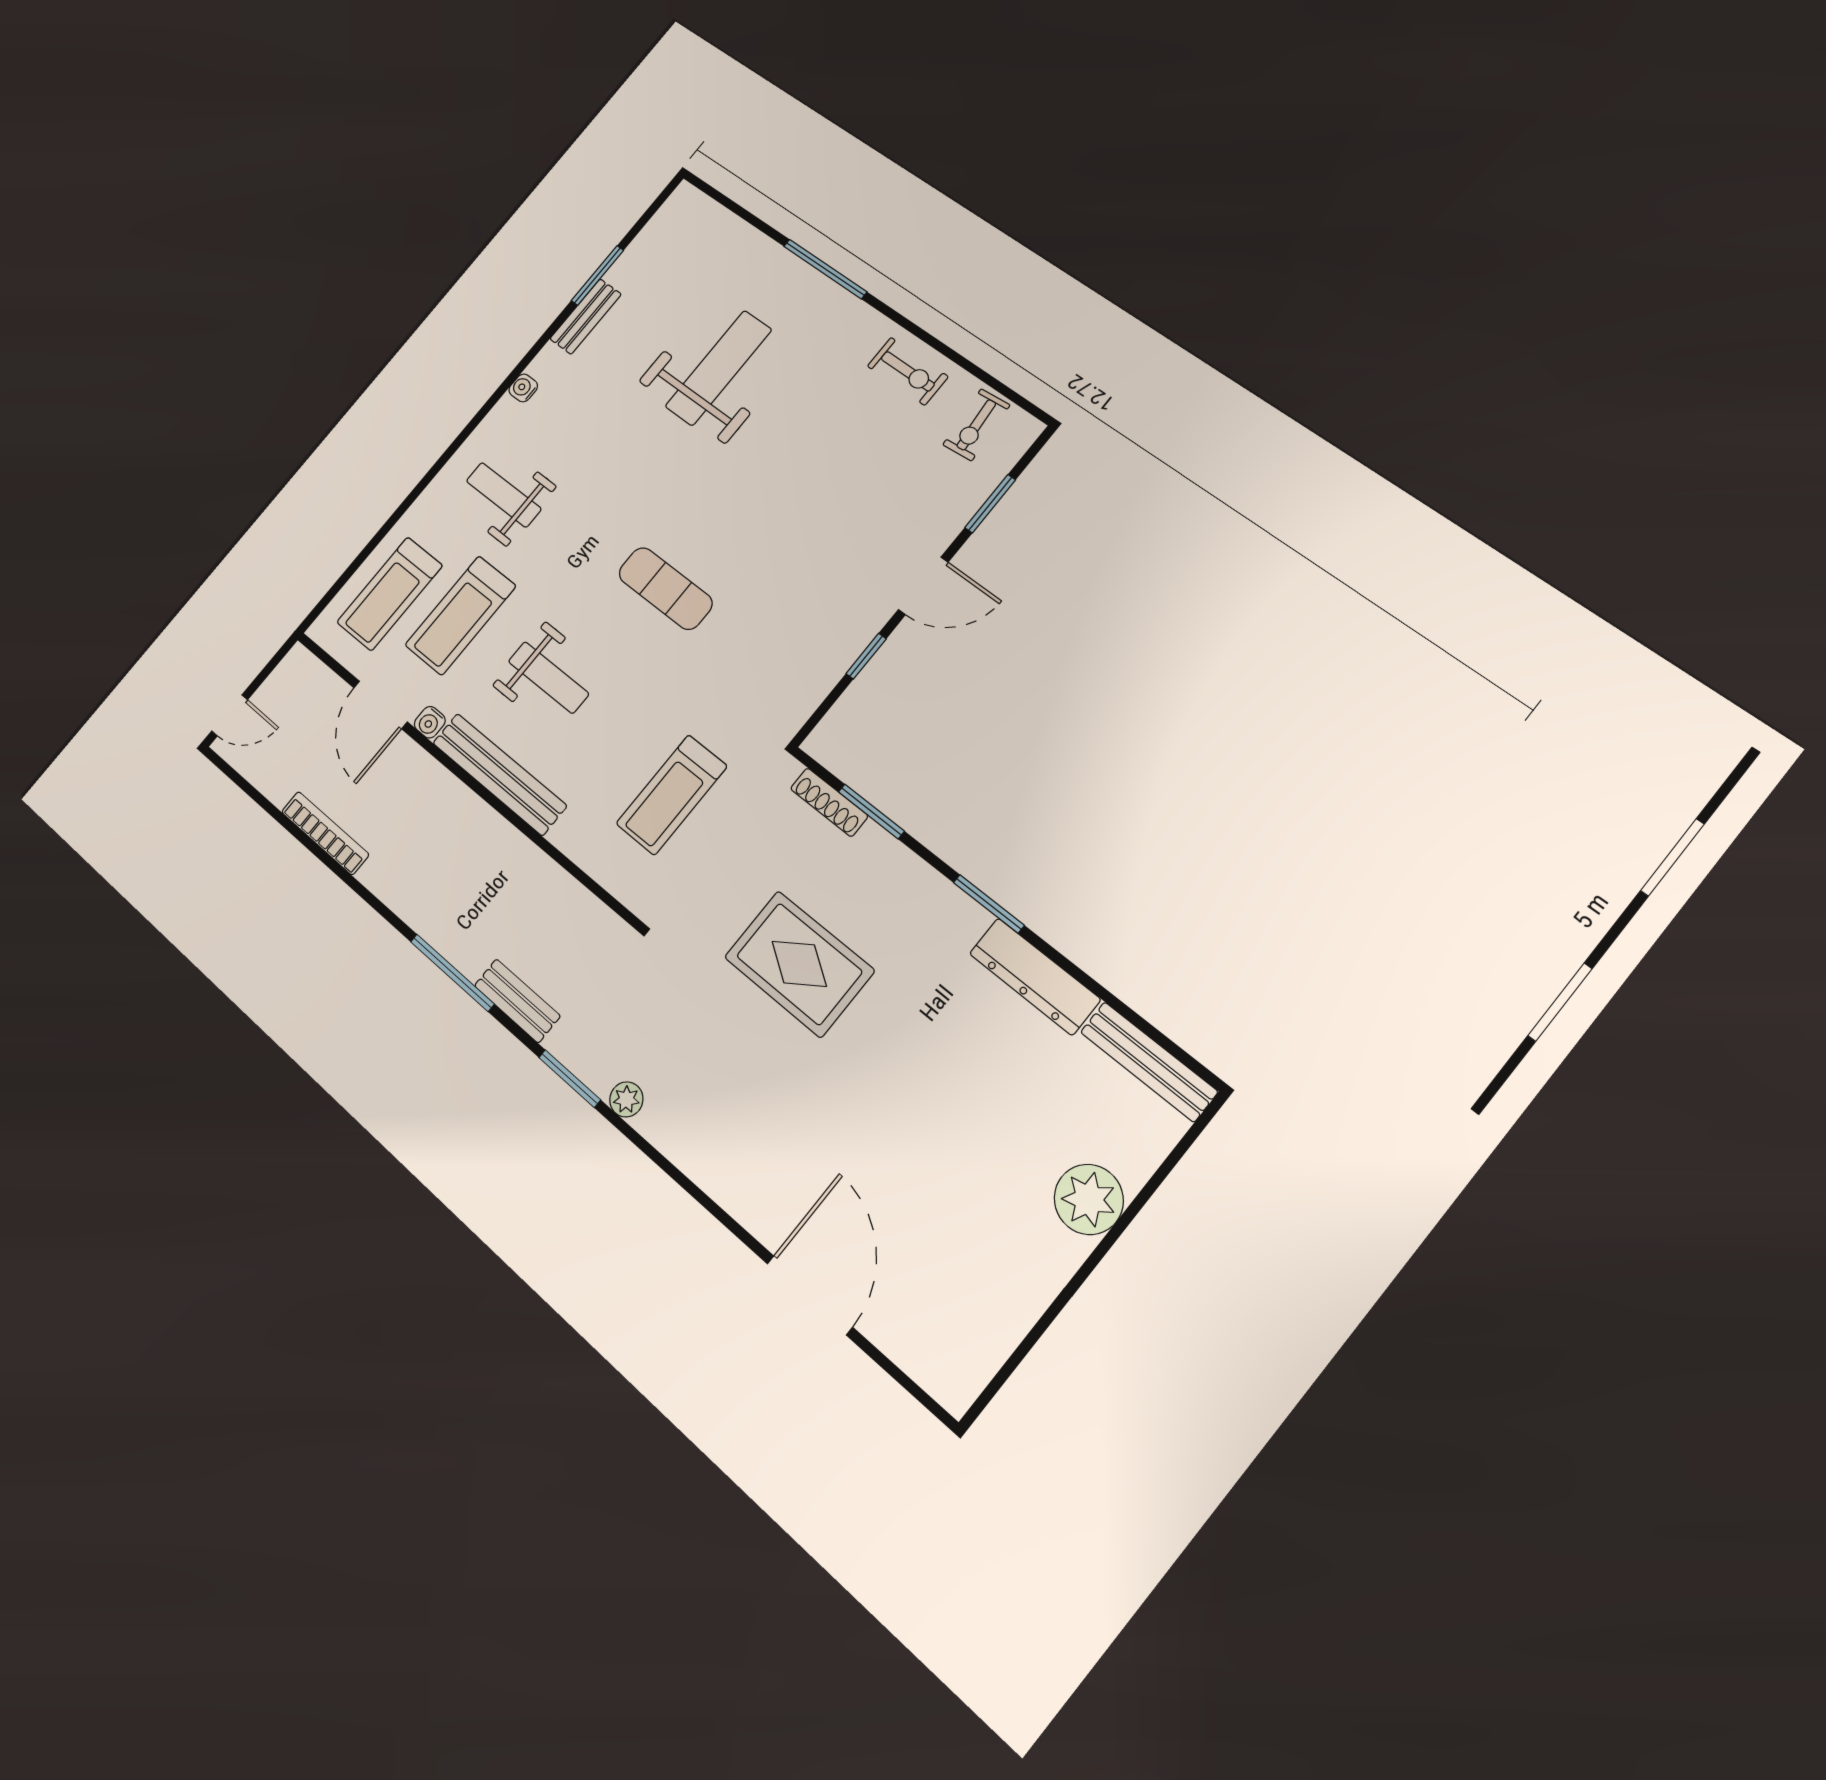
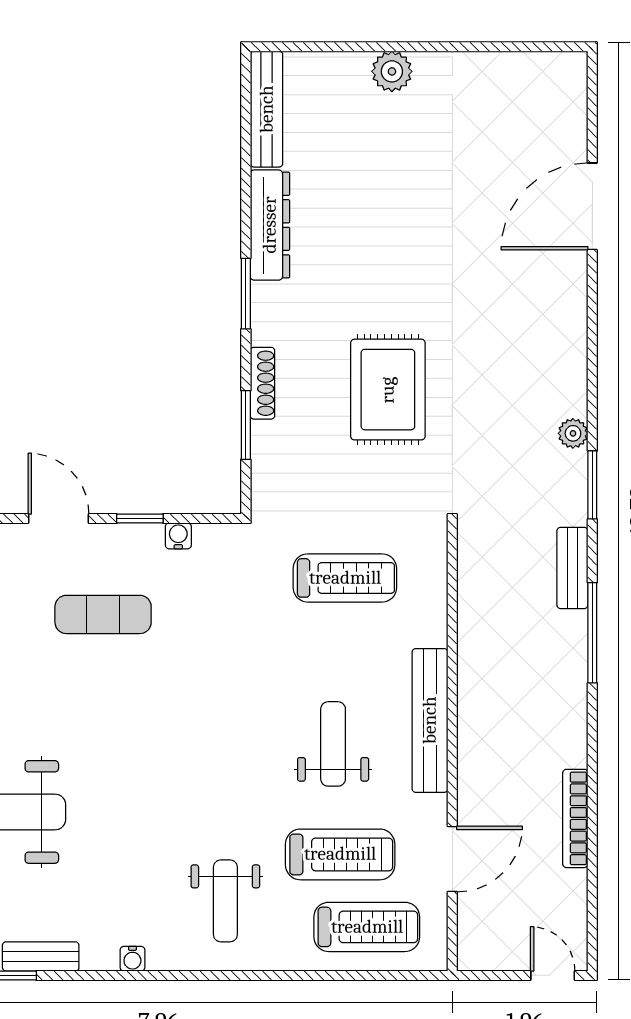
exercise mat: (665, 588) -> (103, 614), moved, turned 90
water cooler: (430, 722) -> (178, 536), moved, turned -90
shoe rack: (829, 802) -> (262, 383), moved
plant: (1089, 1199) -> (392, 71), width x0.73, depth x0.73

